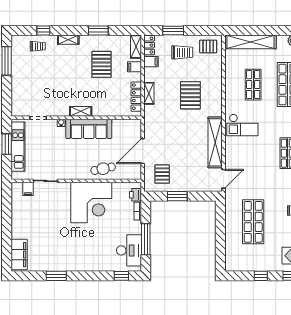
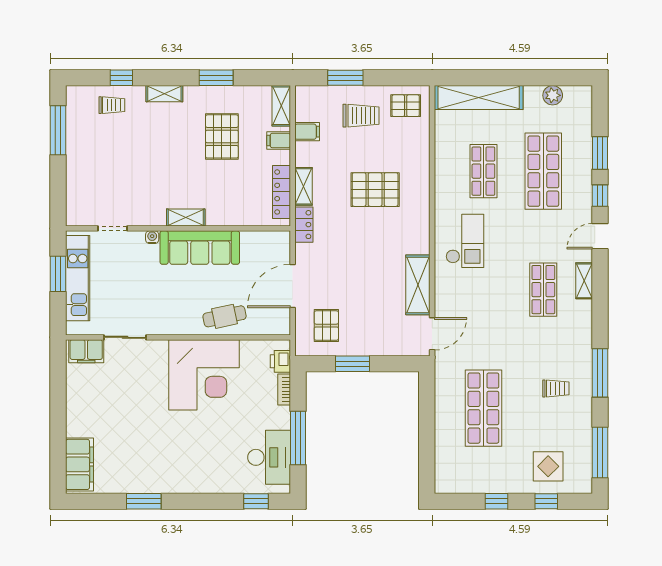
locker: (149, 45) -> (304, 225), moved
pallet: (190, 95) -> (375, 190), turned 90
checkout: (242, 125) -> (465, 241), turned -90
shelving: (215, 142) -> (418, 285), width x0.68
filing cabinet: (28, 189) -> (86, 351), width x2.00

